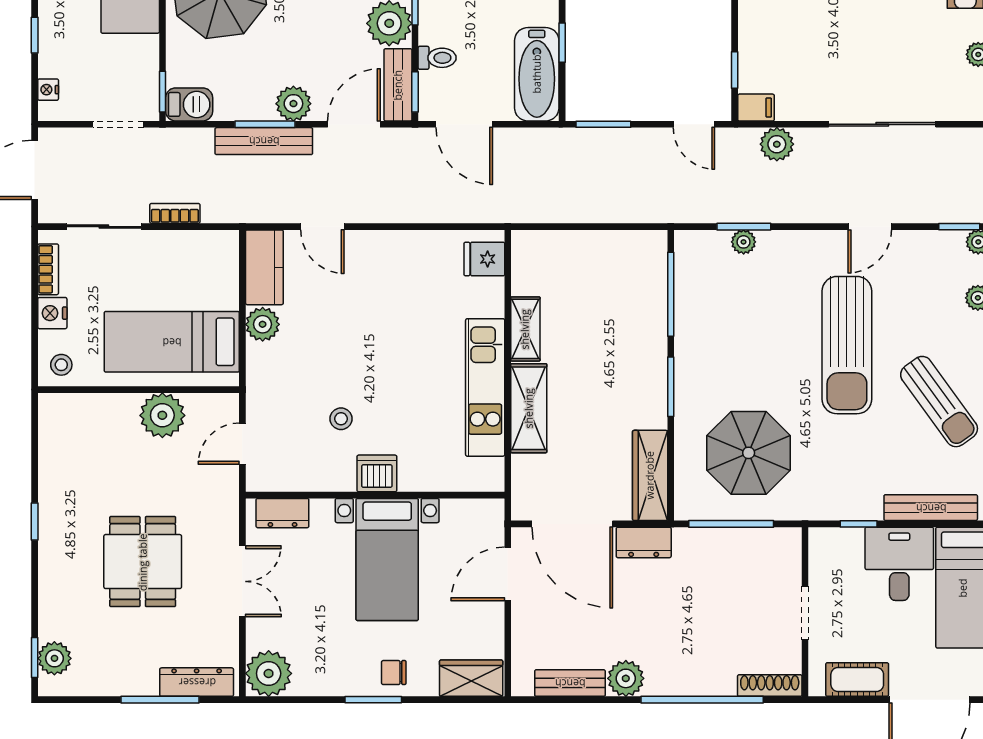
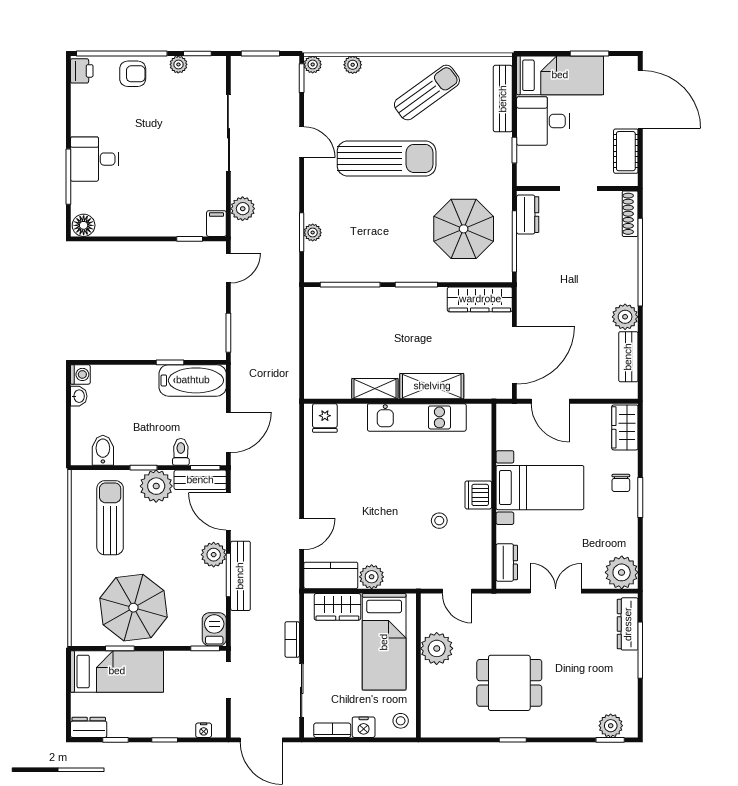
wardrobe: (220, 277) -> (337, 607), added
dresser: (644, 542) -> (528, 215), moved
dining table: (143, 562) -> (509, 683), moved

